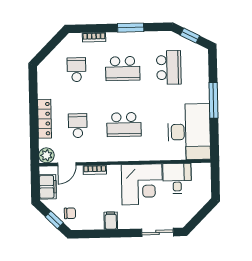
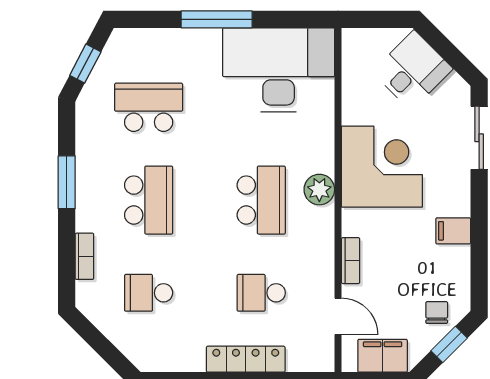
plant: (46, 155) -> (319, 190), moved
desk: (177, 178) -> (412, 70), moved, turned 135

